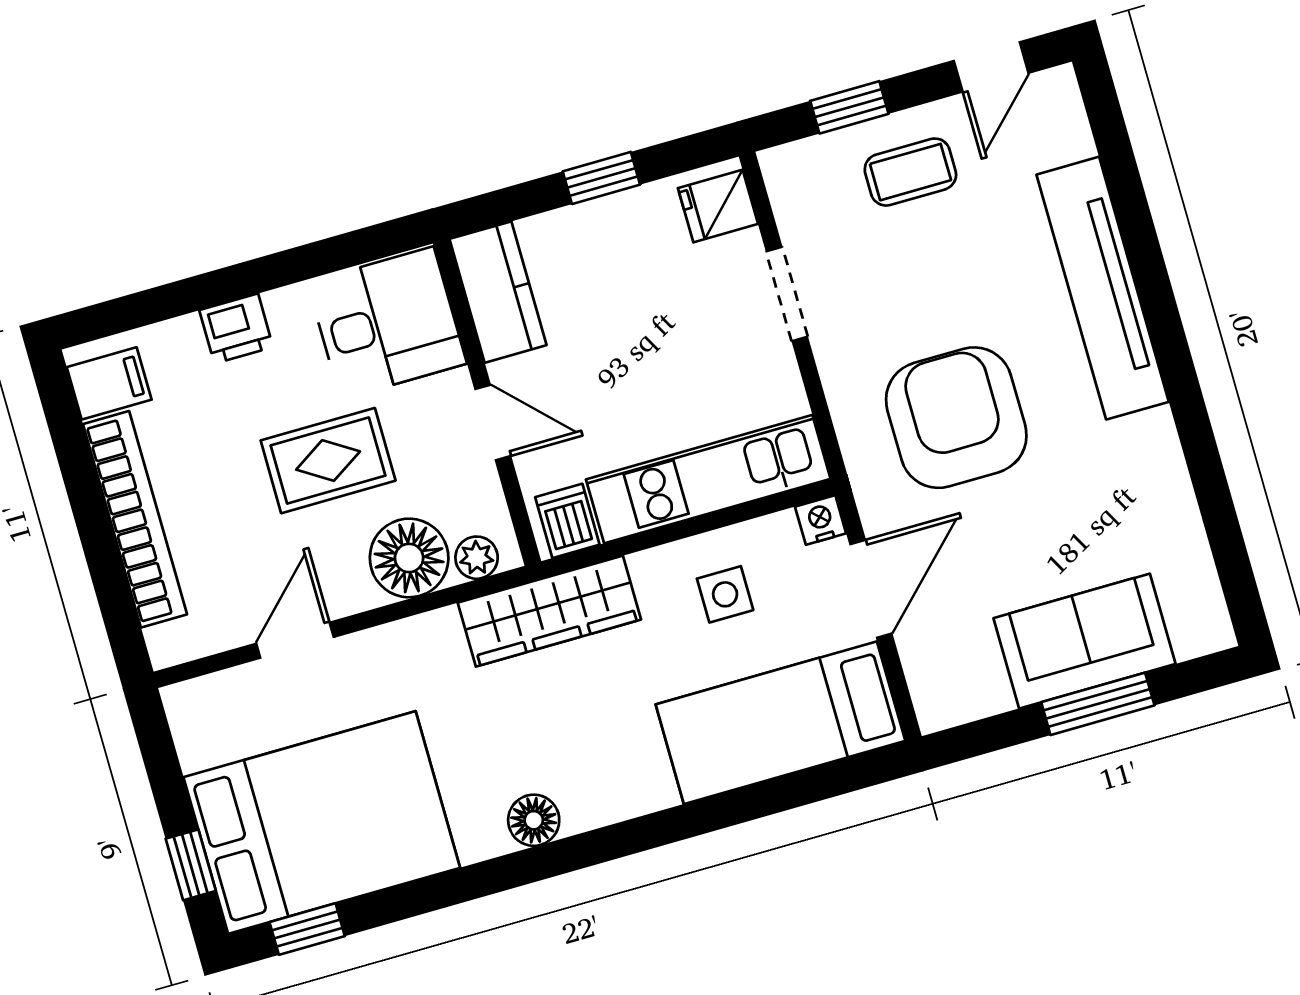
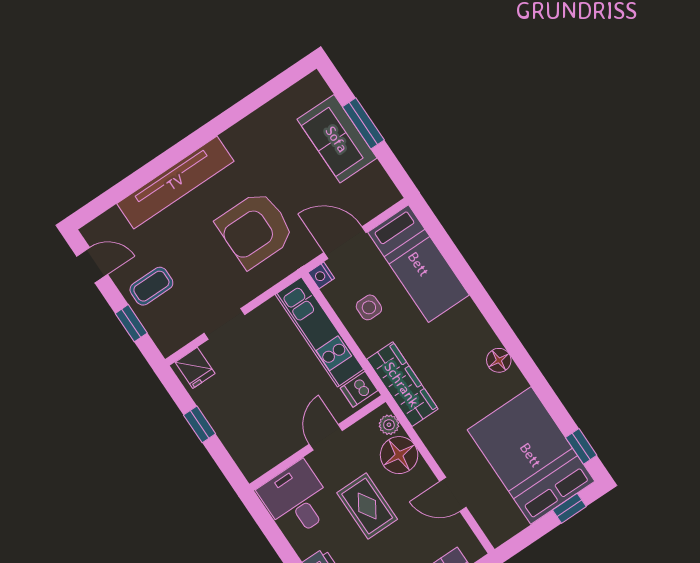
coffee table: (910, 172) -> (151, 286), turned 90
kitchen counter: (498, 292) -> (266, 454), removed

